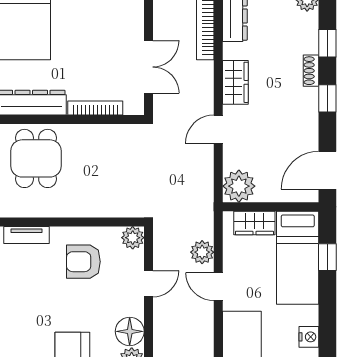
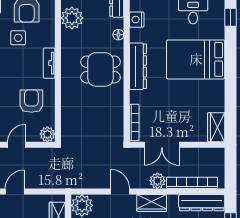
bookcase: (95, 108) -> (134, 122), moved
plant: (202, 252) -> (157, 181), moved
door: (148, 284) -> (17, 145), swing flipped

